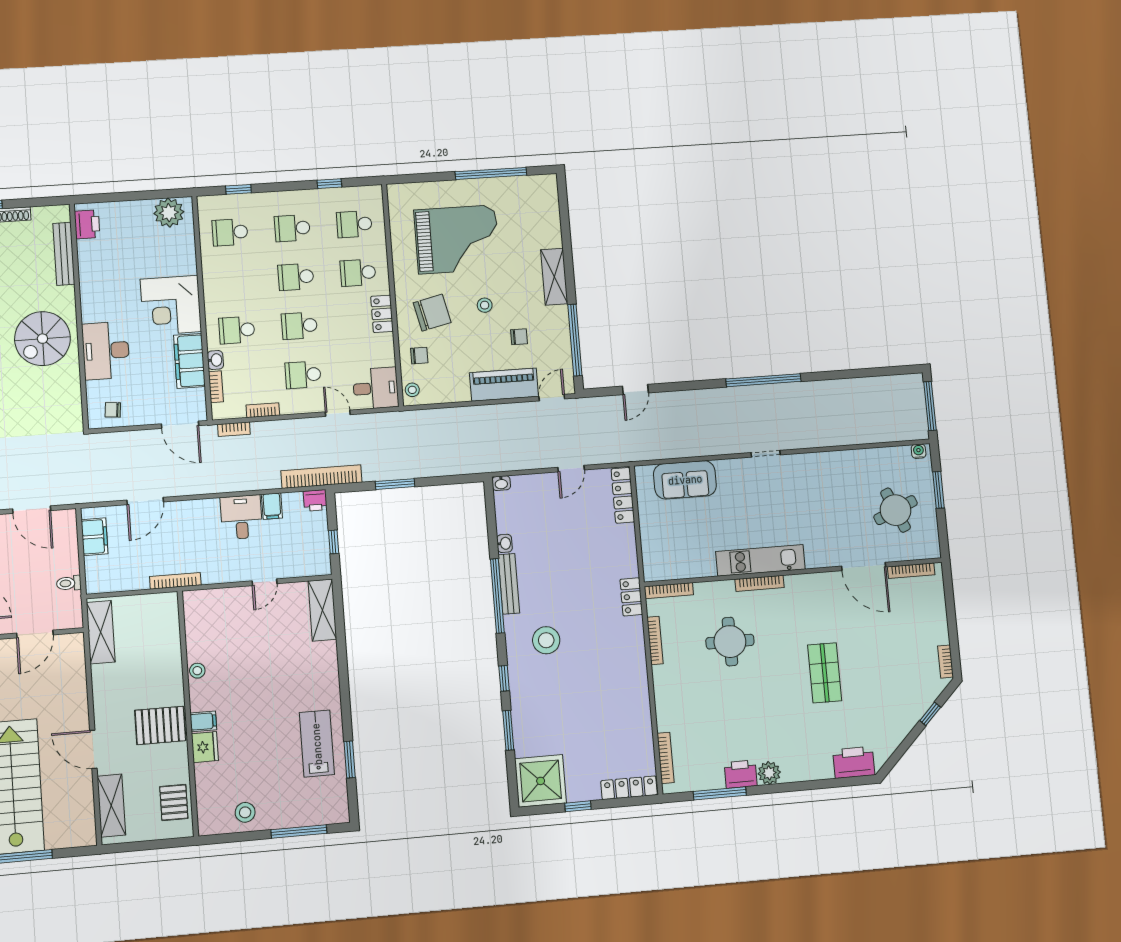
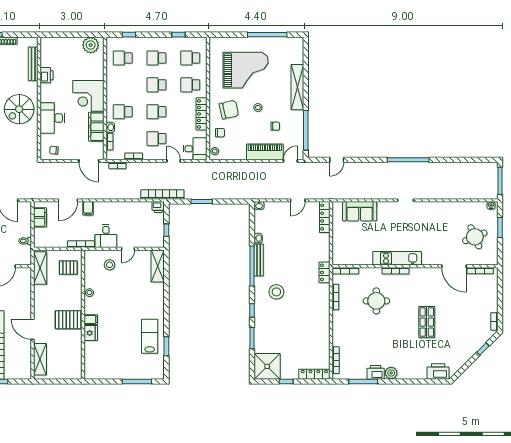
printer: (87, 224) -> (47, 75), moved
shelving: (554, 277) -> (297, 87), width x1.47
locker: (382, 314) -> (202, 114), width x1.53
filing cabinet: (272, 506) -> (88, 208), moved
desk: (241, 517) -> (106, 236), moved, turned 180
pallet: (174, 802) -> (68, 268), moved, turned 90
stool: (245, 812) -> (109, 265), moved

